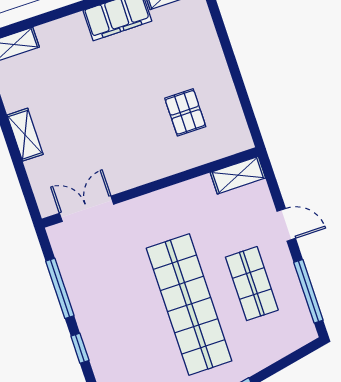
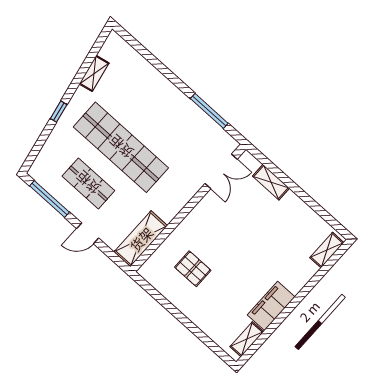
shelving: (25, 135) -> (271, 182), moved
shelving: (238, 175) -> (141, 239), width x1.50, depth x1.33
window: (80, 348) -> (175, 80), removed

